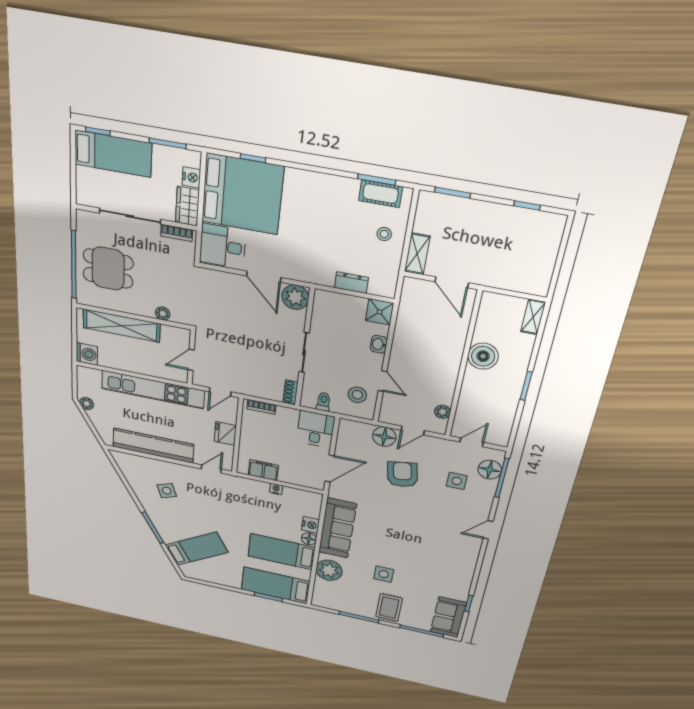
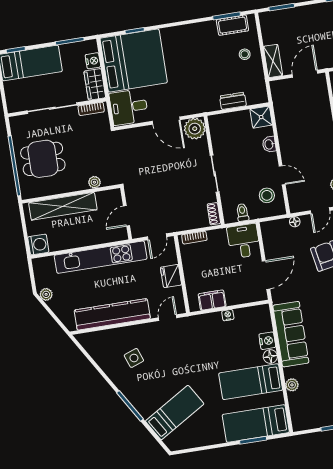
door: (452, 282) -> (305, 74), swing flipped
floor lamp: (384, 437) -> (295, 222), width x0.53, depth x0.53
plant: (329, 570) -> (292, 385), width x0.53, depth x0.53

